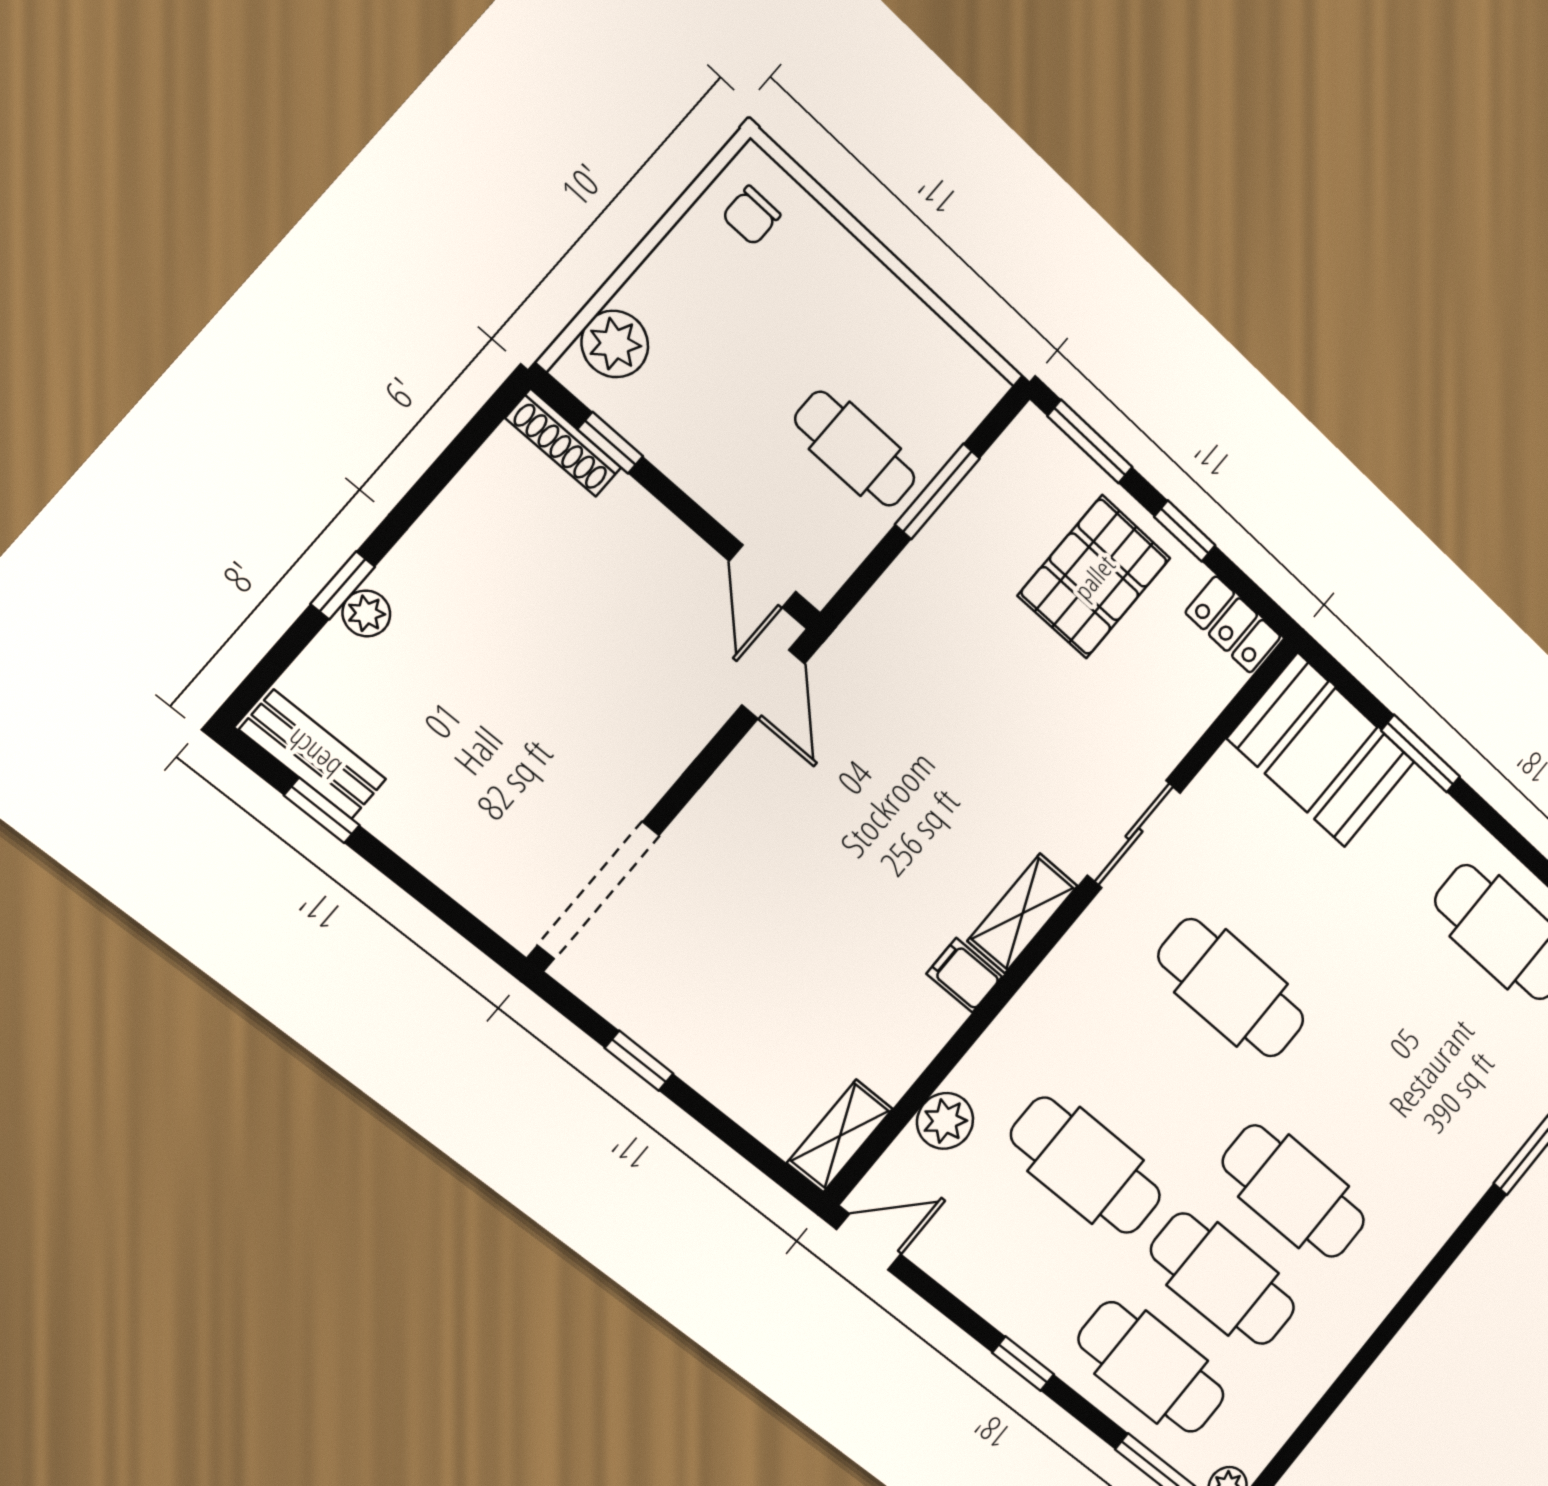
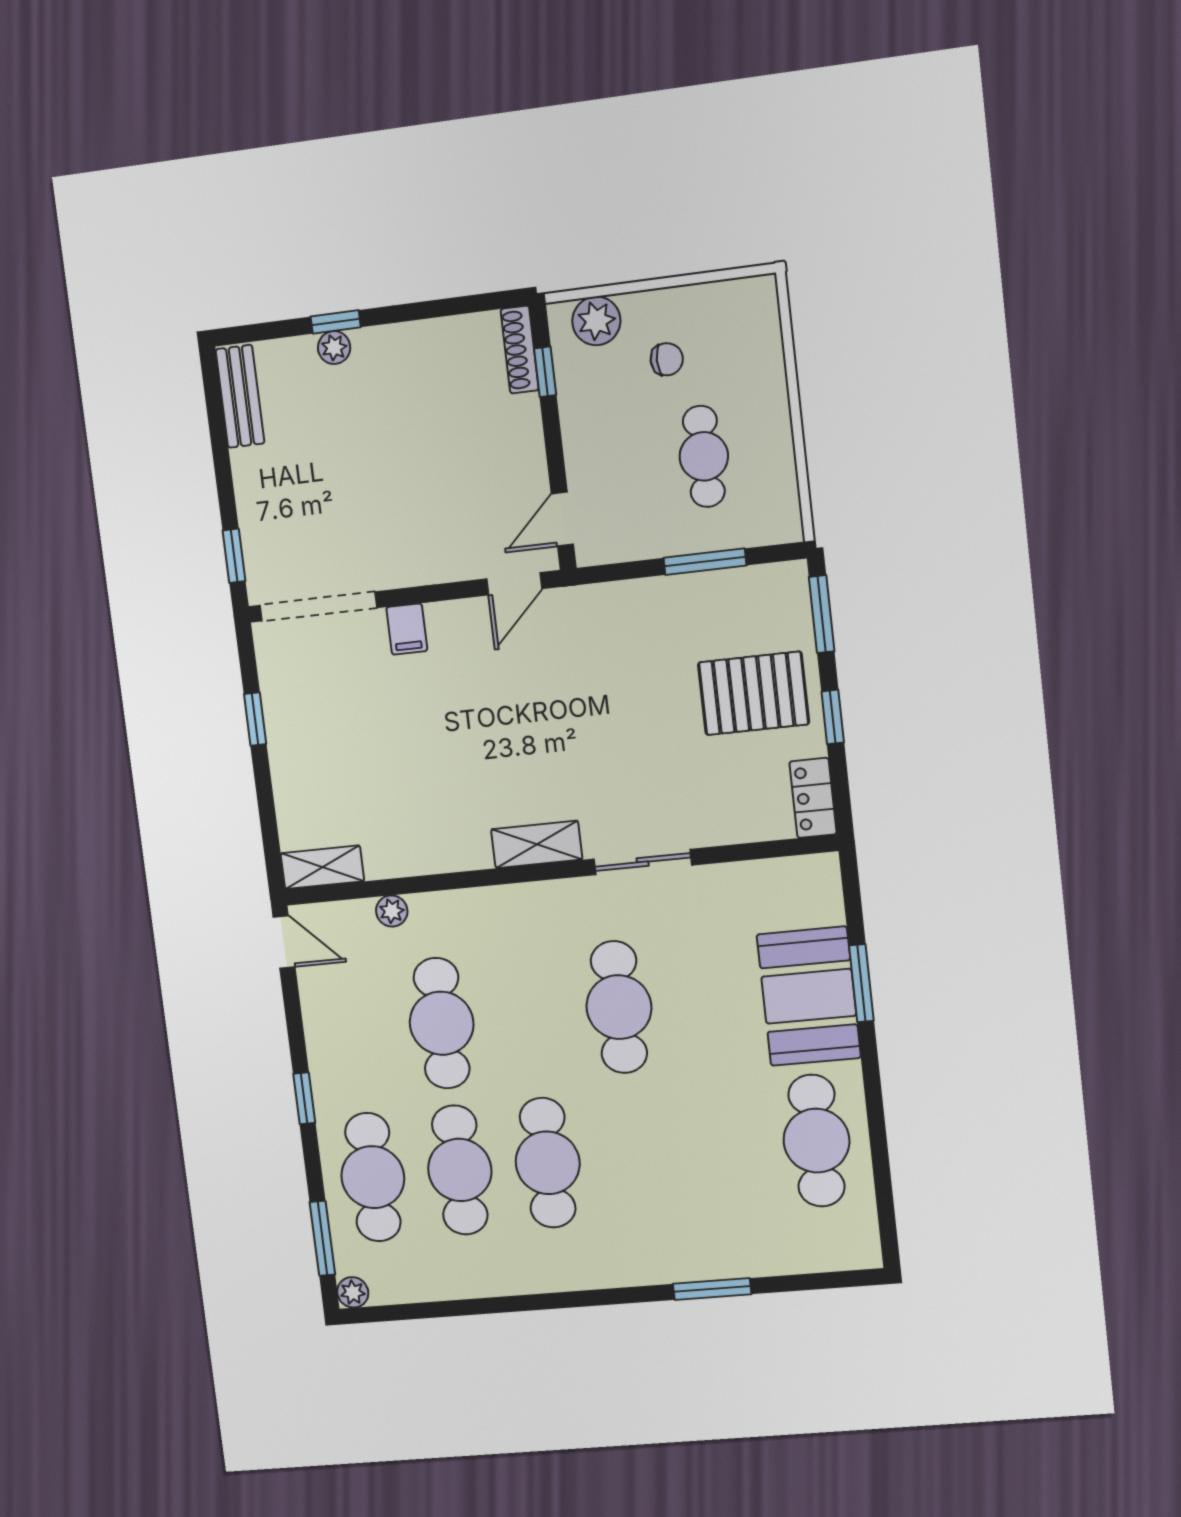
chair: (751, 216) -> (667, 359), moved, turned 180
cafe table: (855, 449) -> (704, 456), moved
booth: (1321, 750) -> (809, 996), moved
window: (322, 810) -> (234, 556), moved
filing cabinet: (964, 975) -> (407, 629), moved, turned 180
plant: (945, 1121) -> (392, 911), width x0.73, depth x0.73

